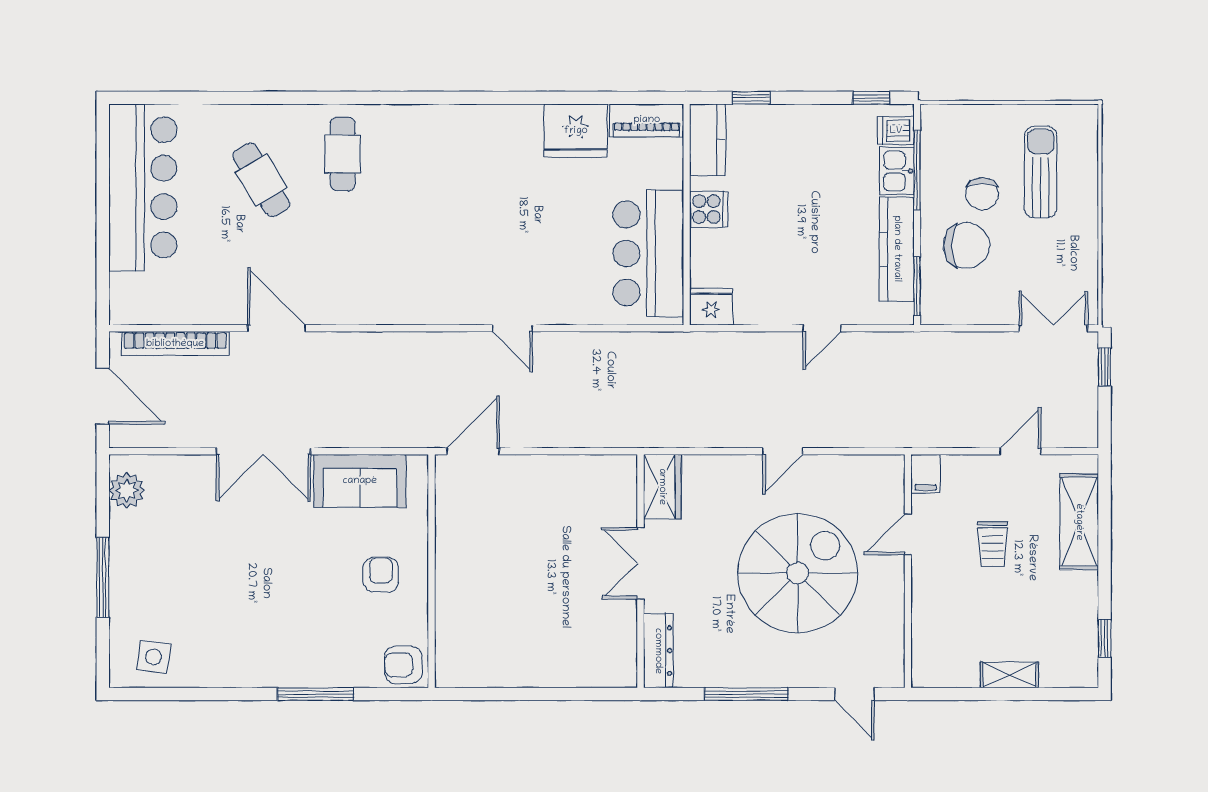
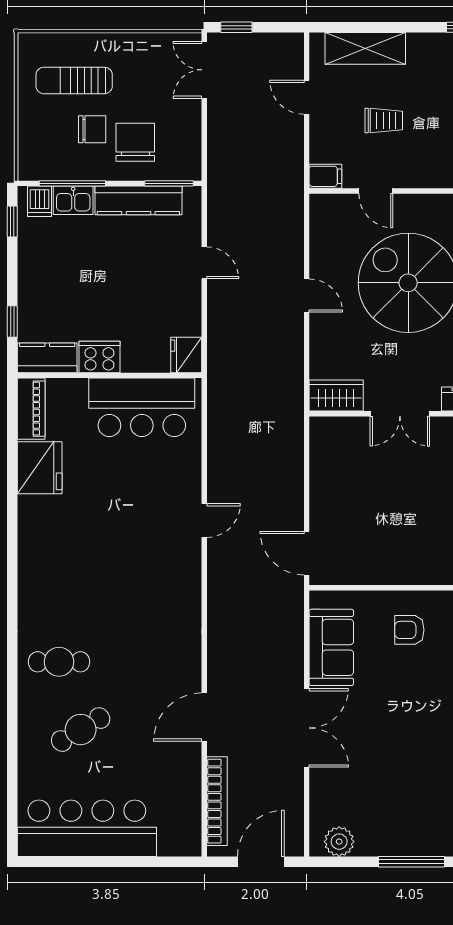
cooker: (709, 209) -> (99, 357), width x1.36

